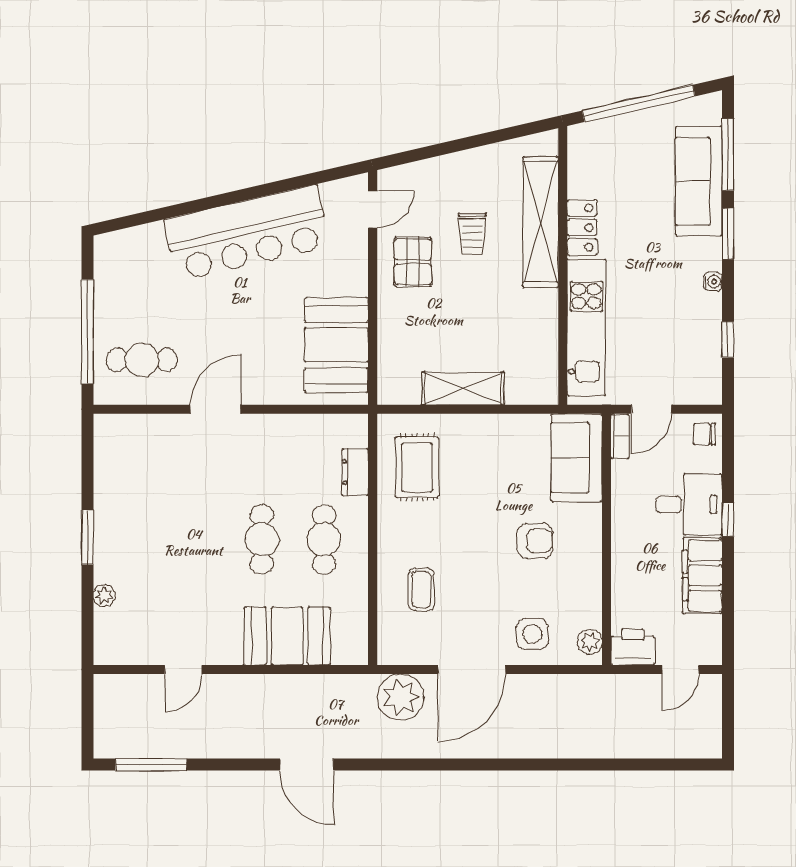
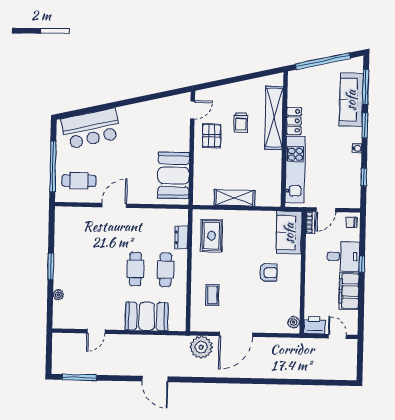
bar counter: (247, 233) -> (91, 129), moved, width x0.73
side table: (532, 634) -> (266, 318), removed
door: (680, 670) -> (337, 337), swing flipped

